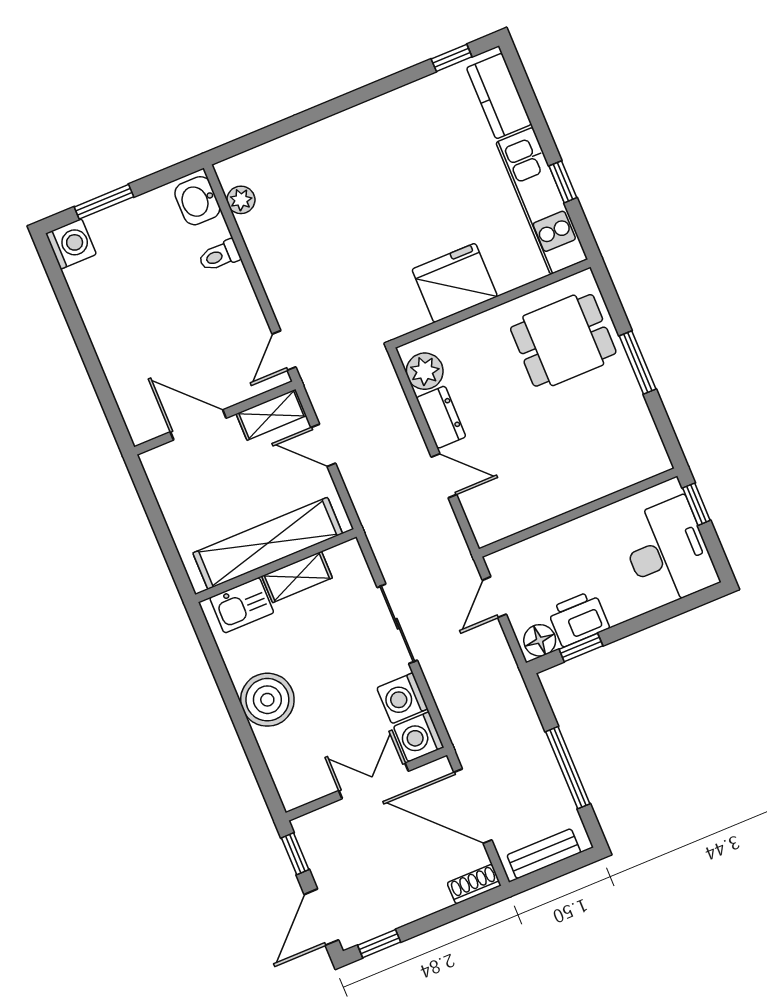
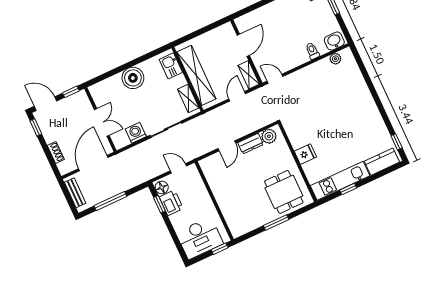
fridge: (455, 283) -> (305, 154), width x0.53, depth x0.75
shelving: (297, 577) -> (188, 99), moved
washing machine: (419, 737) -> (120, 140), removed
shoe rack: (474, 884) -> (56, 152), moved

